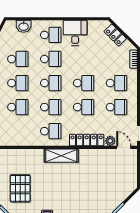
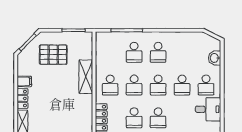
school desk: (18, 59) -> (182, 52), removed
shelving: (61, 156) -> (86, 77), moved

